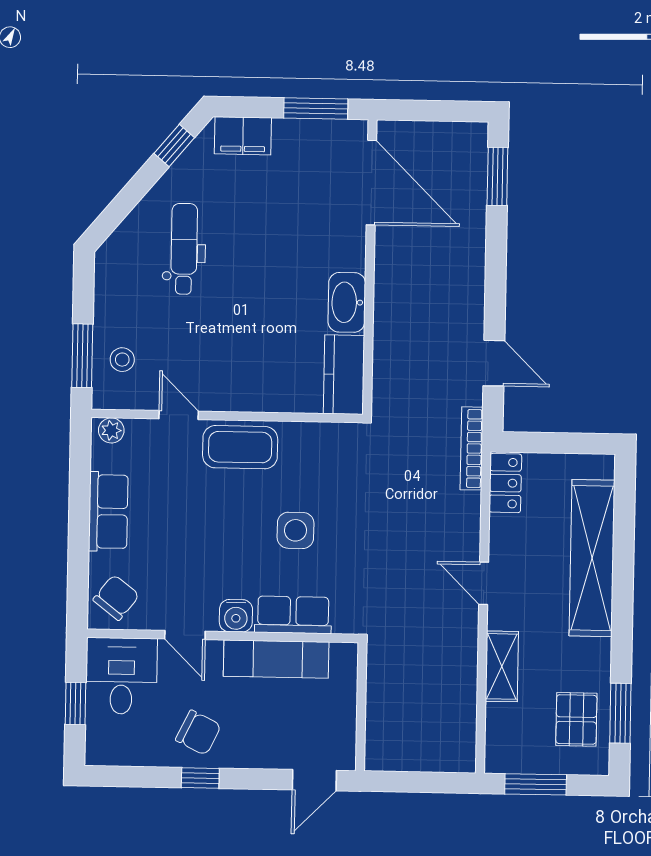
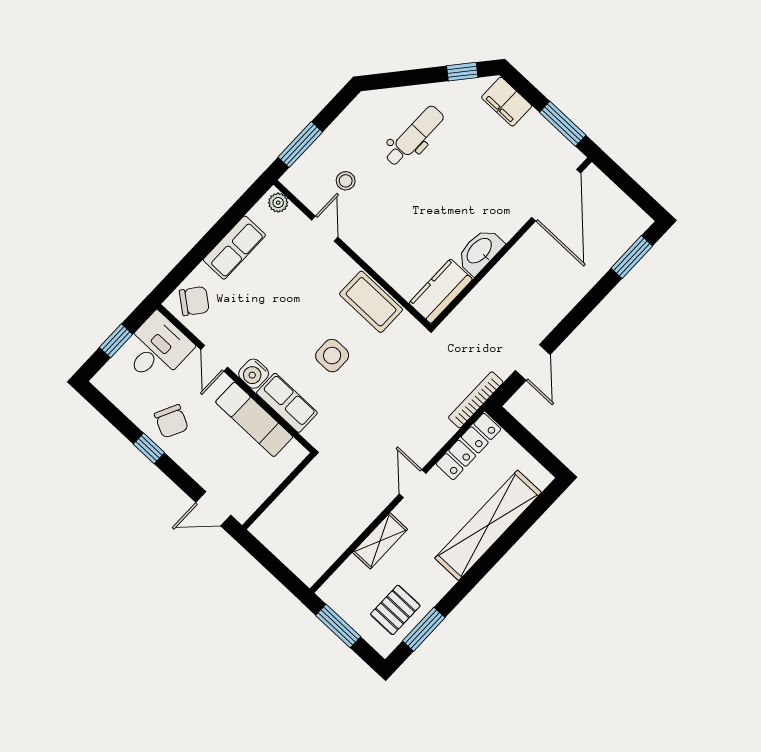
stool: (122, 360) -> (346, 181), moved
coffee table: (240, 447) -> (371, 302), moved
locker: (505, 483) -> (468, 446), width x1.53

